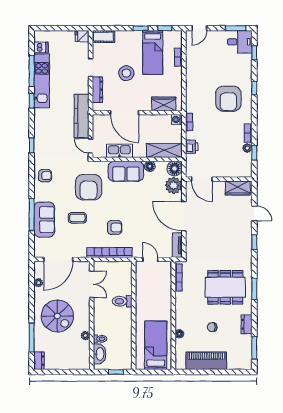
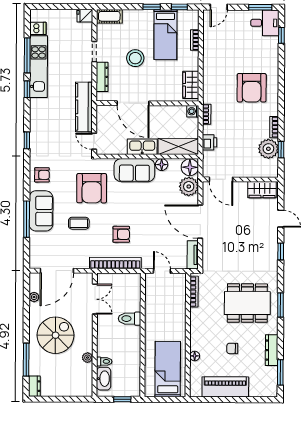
window: (254, 88) -> (281, 76), removed
wardrobe: (164, 104) -> (191, 85), moved, turned -90
plant: (247, 148) -> (268, 149), width x1.88, depth x1.88
kitchen sink: (119, 151) -> (142, 147), moved
sofa: (44, 220) -> (41, 211), moved
spiral stairs: (57, 316) -> (56, 335), turned -90
dresser: (247, 324) -> (272, 350), width x1.44

